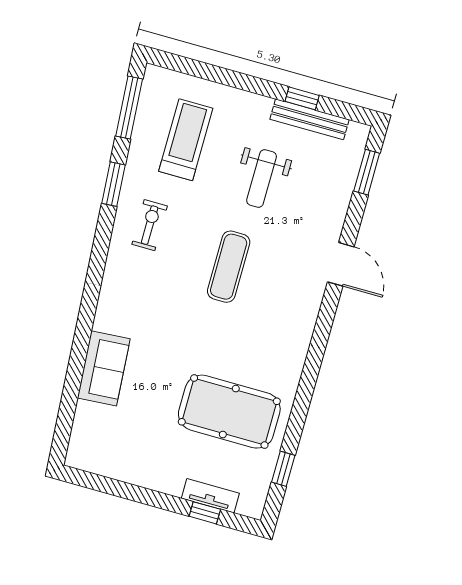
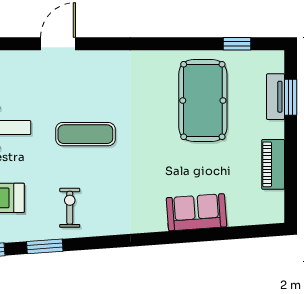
exercise bike: (150, 225) -> (70, 208), turned 90
piano: (134, 471) -> (273, 164), added
window: (205, 513) -> (291, 97), width x1.50

